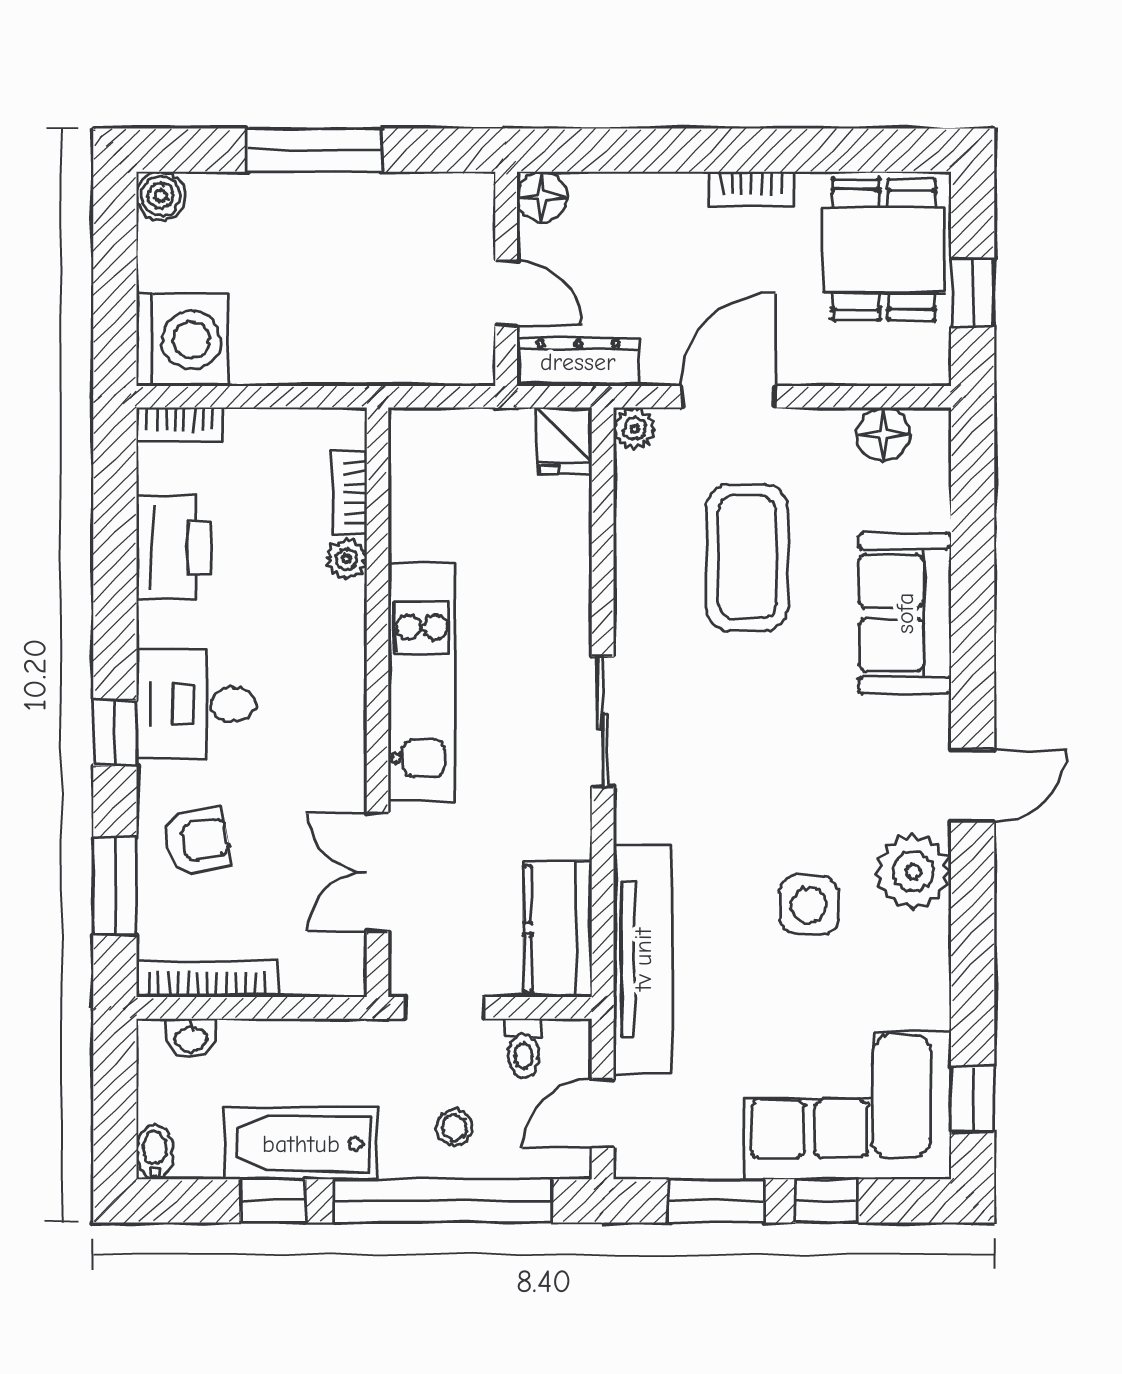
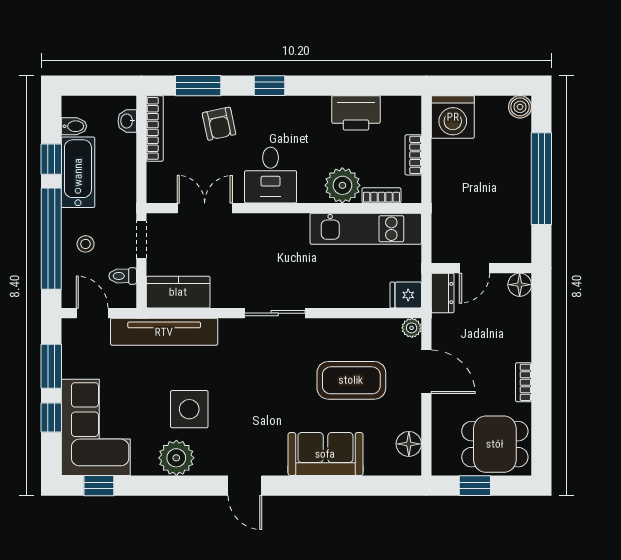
window: (314, 150) -> (541, 179), width x1.46
dresser: (578, 362) -> (443, 293), width x0.70
bookcase: (180, 425) -> (413, 155), moved
plant: (347, 559) -> (342, 185), width x1.88, depth x1.88
kitchen unit: (422, 682) -> (366, 229), moved
desk: (196, 704) -> (271, 175), moved, turned 180
plant: (913, 872) -> (176, 458), moved
side table: (809, 905) -> (189, 409), width x1.37, depth x1.37
bidet: (155, 1152) -> (74, 126), moved

